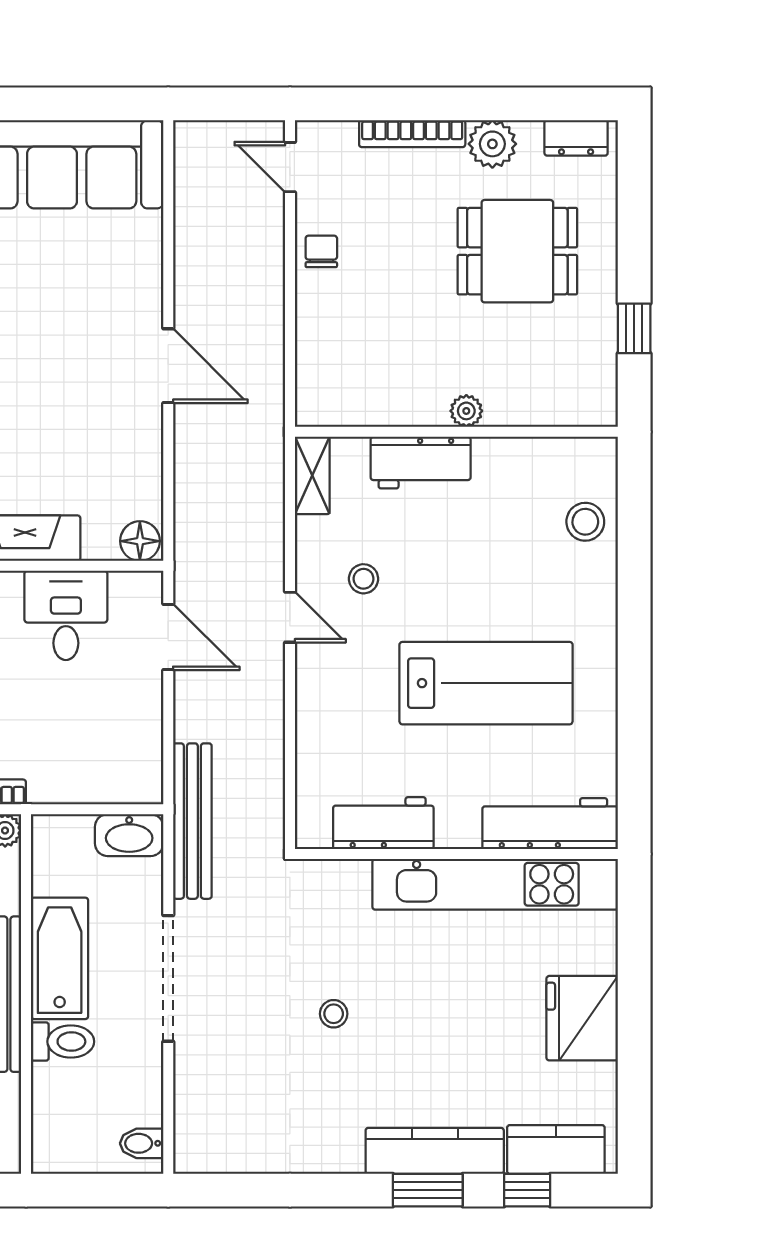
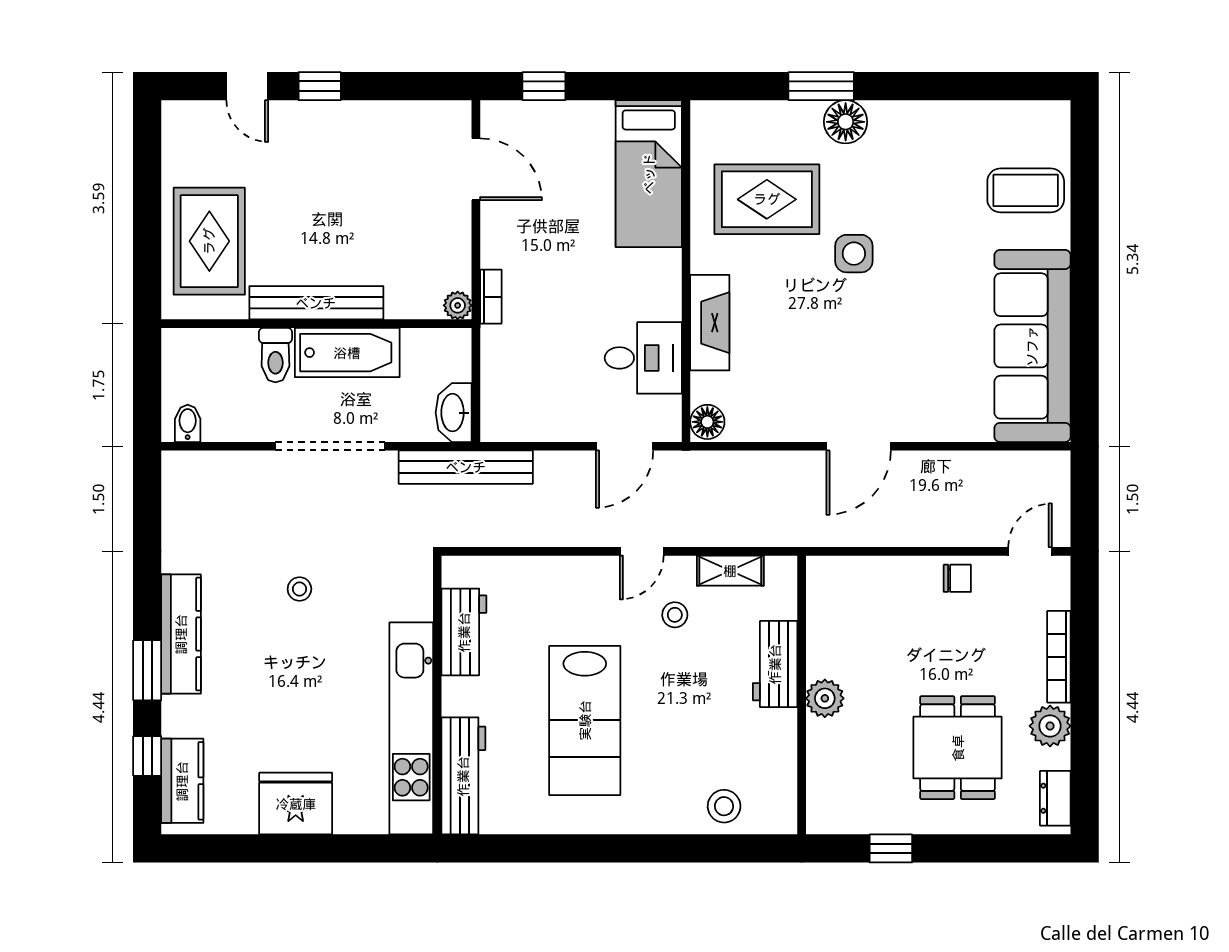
plant: (466, 411) -> (825, 698), width x1.38, depth x1.38
shelving: (312, 475) -> (730, 571), moved
kitchen counter: (435, 1151) -> (181, 634), moved

